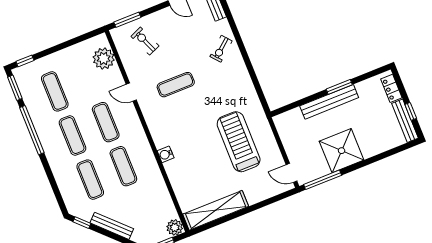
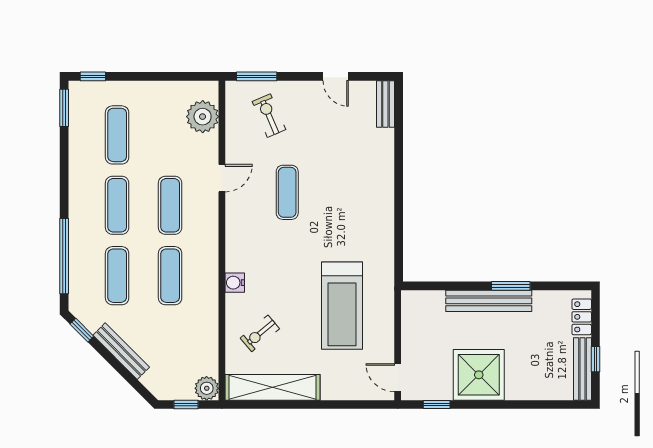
exercise bike: (221, 49) -> (260, 333), moved
exercise mat: (176, 85) -> (287, 192), turned 90
door: (131, 92) -> (222, 178), swing flipped
window: (32, 130) -> (64, 256), moved
treadmill: (239, 142) -> (342, 306), turned 180
window: (323, 180) -> (437, 404), width x0.46

